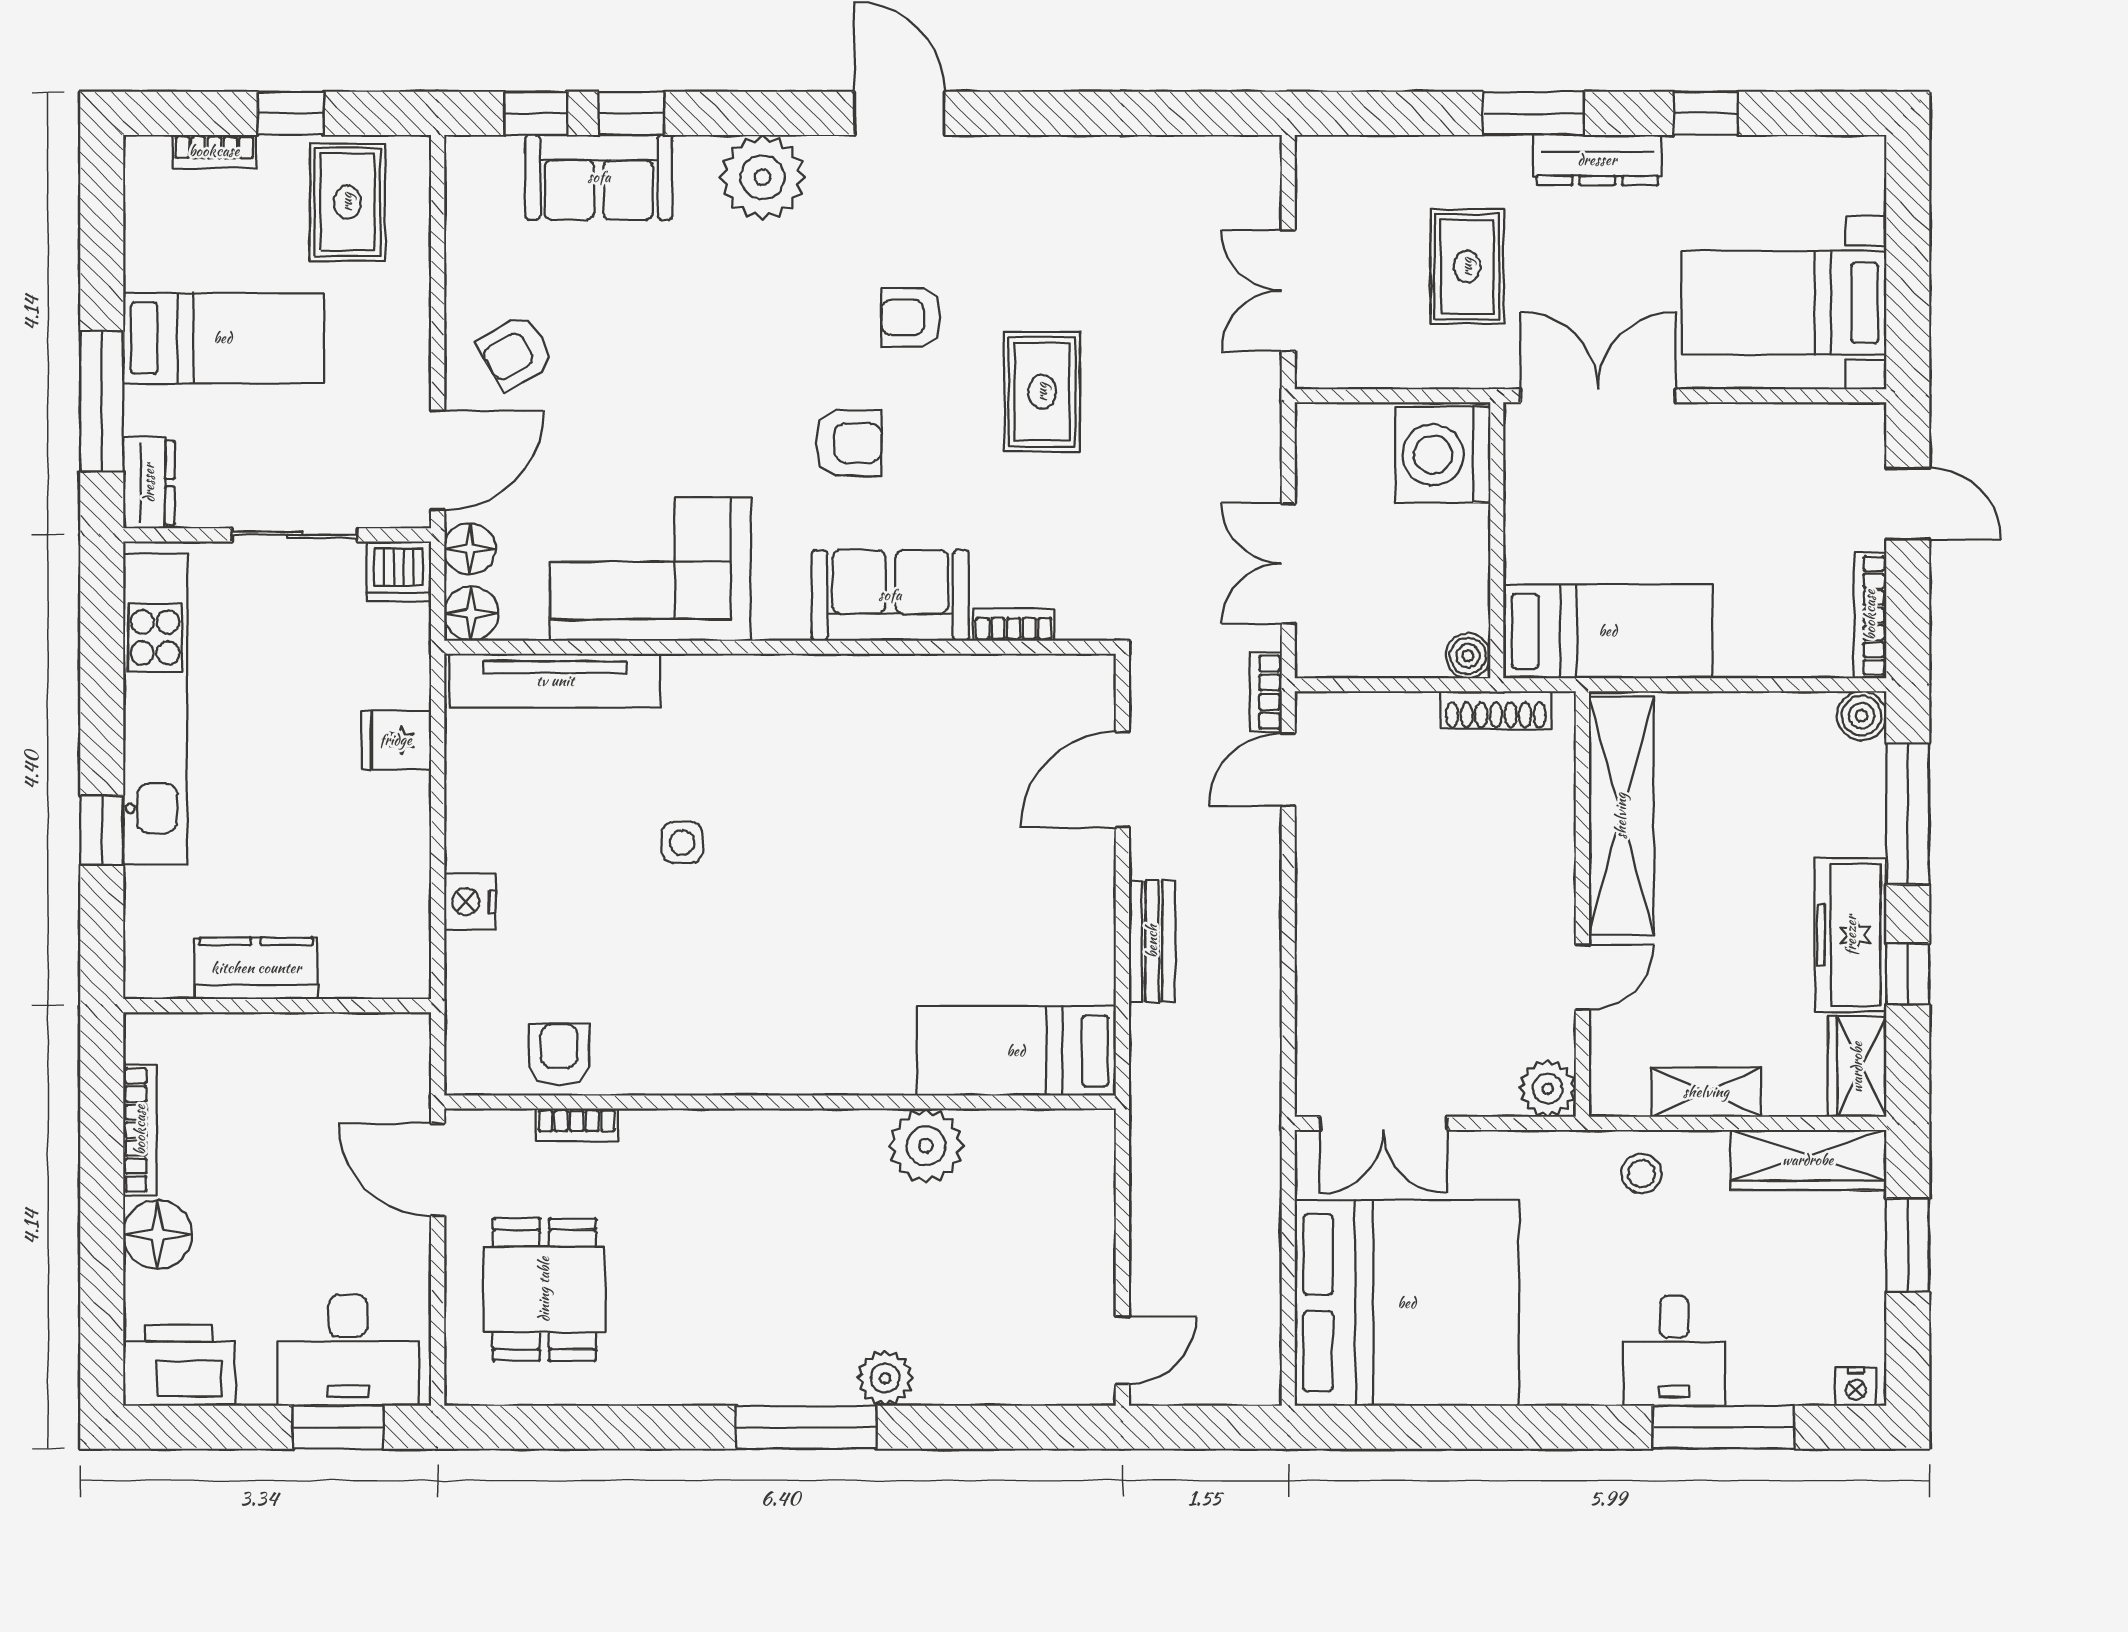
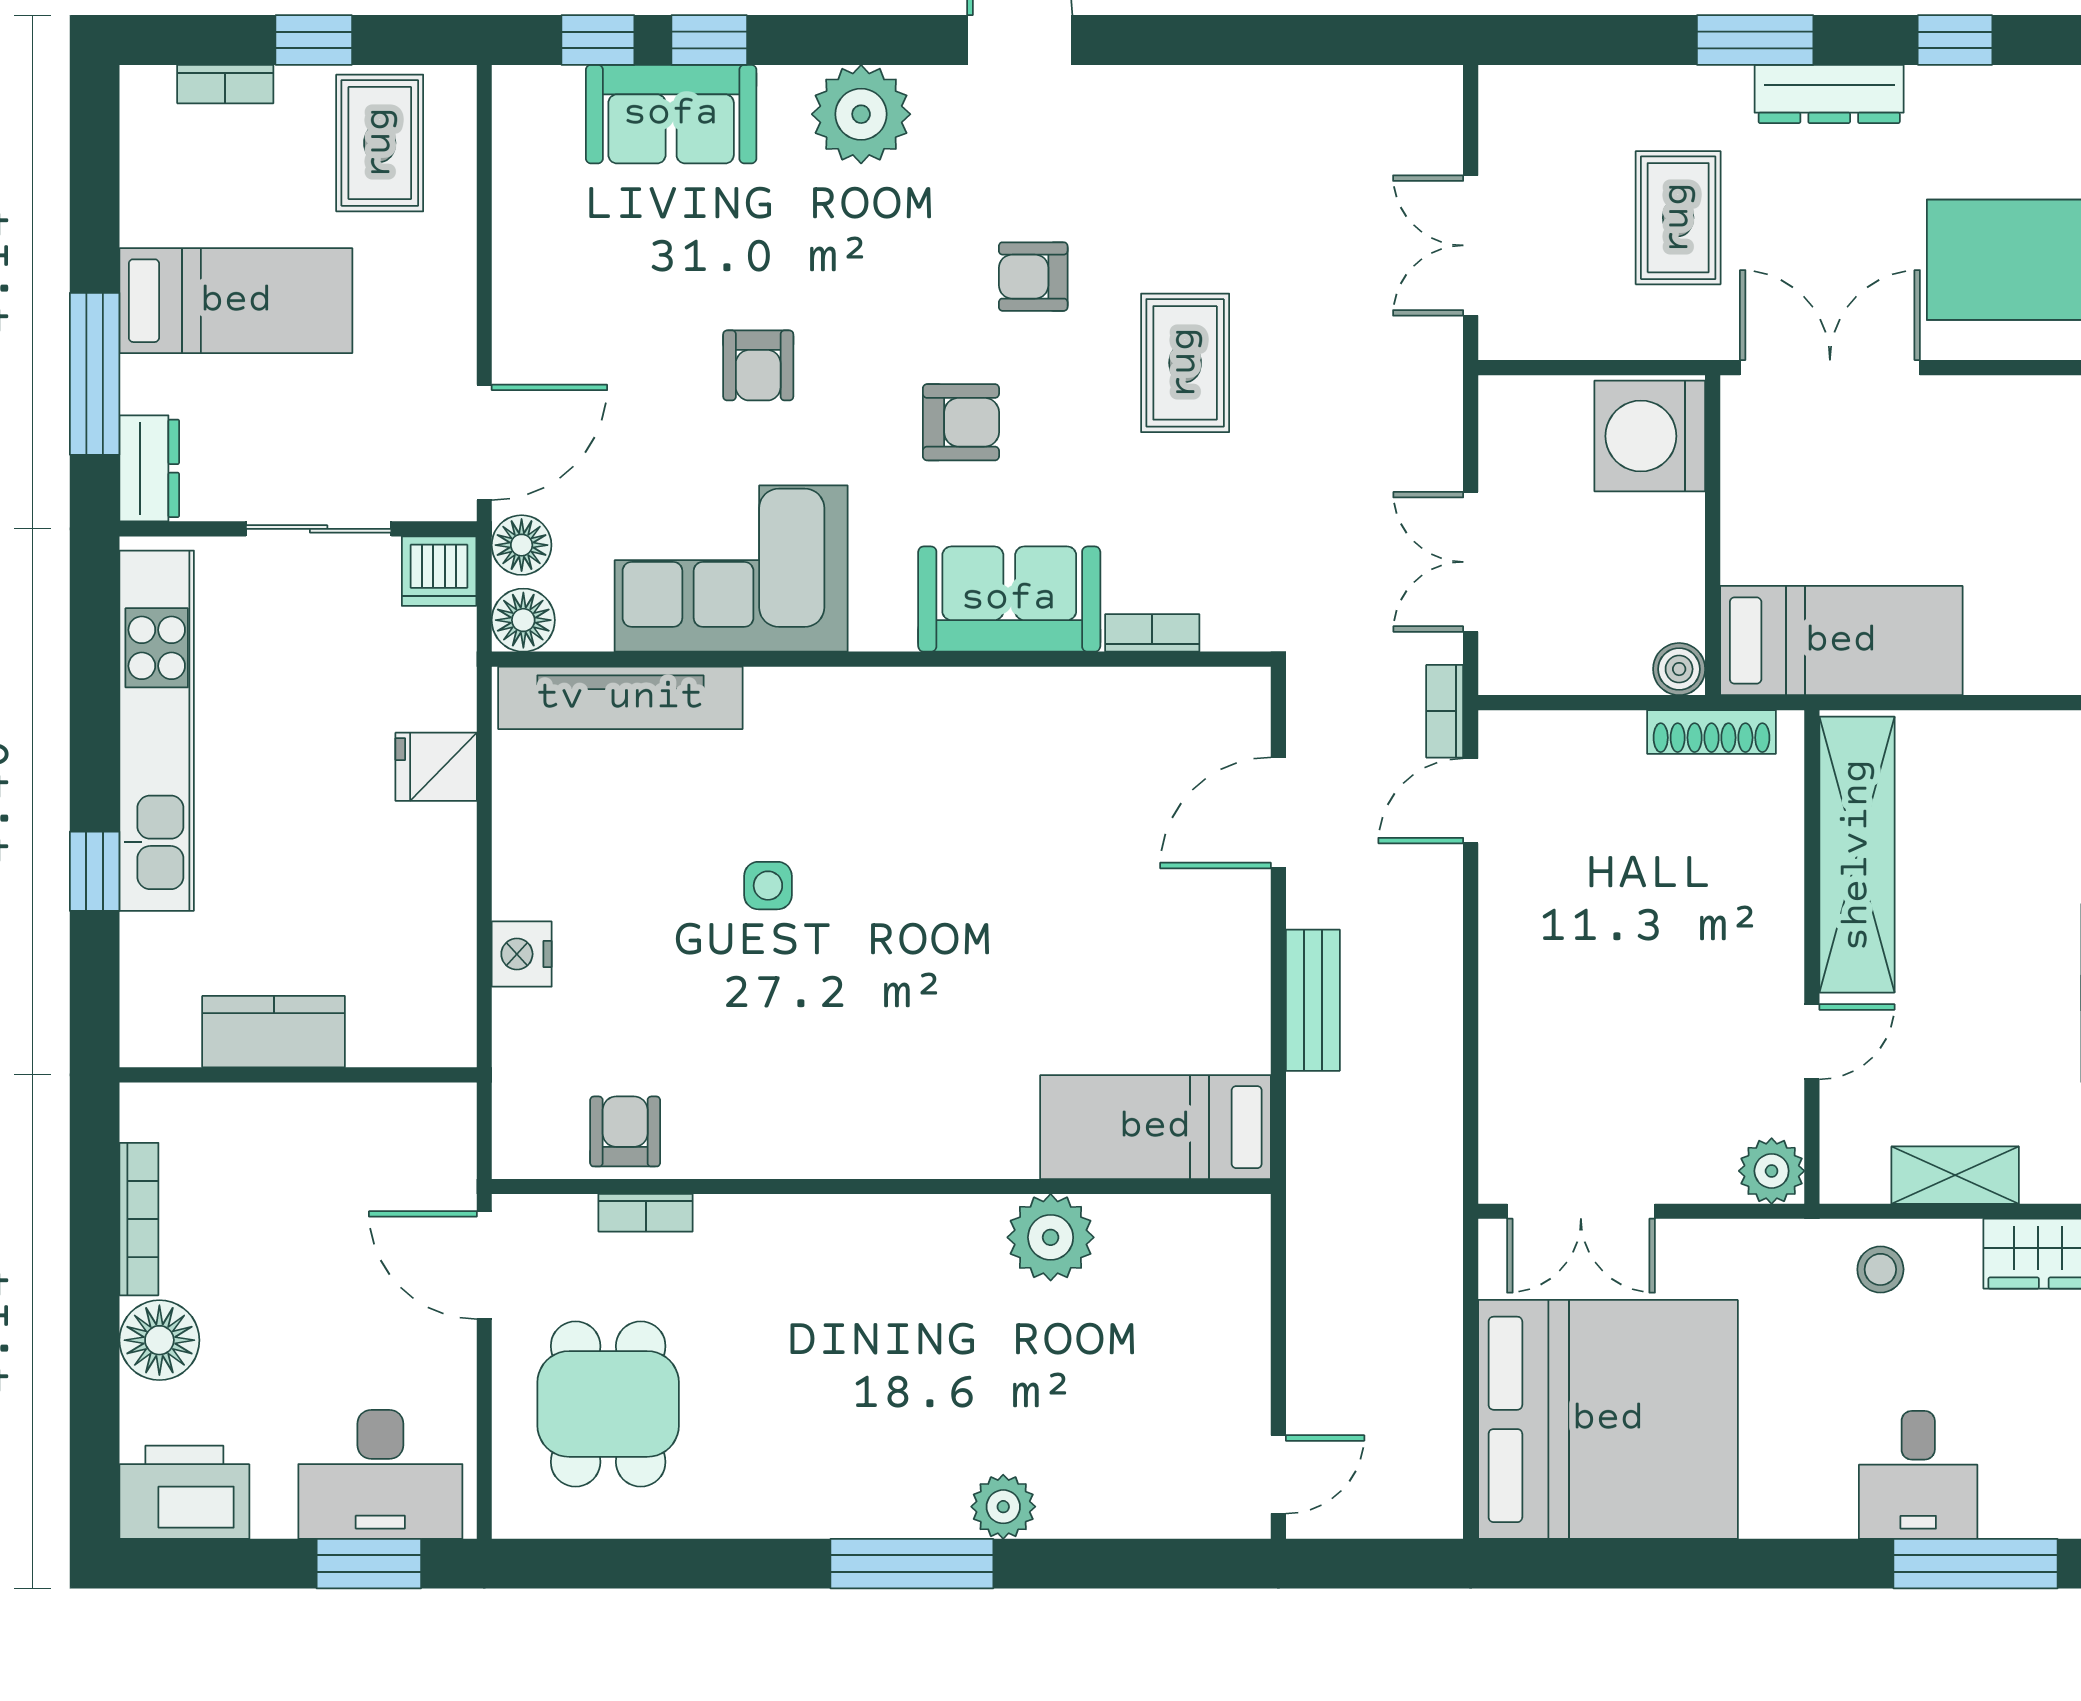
armchair: (516, 352) -> (758, 365), moved, turned -60

